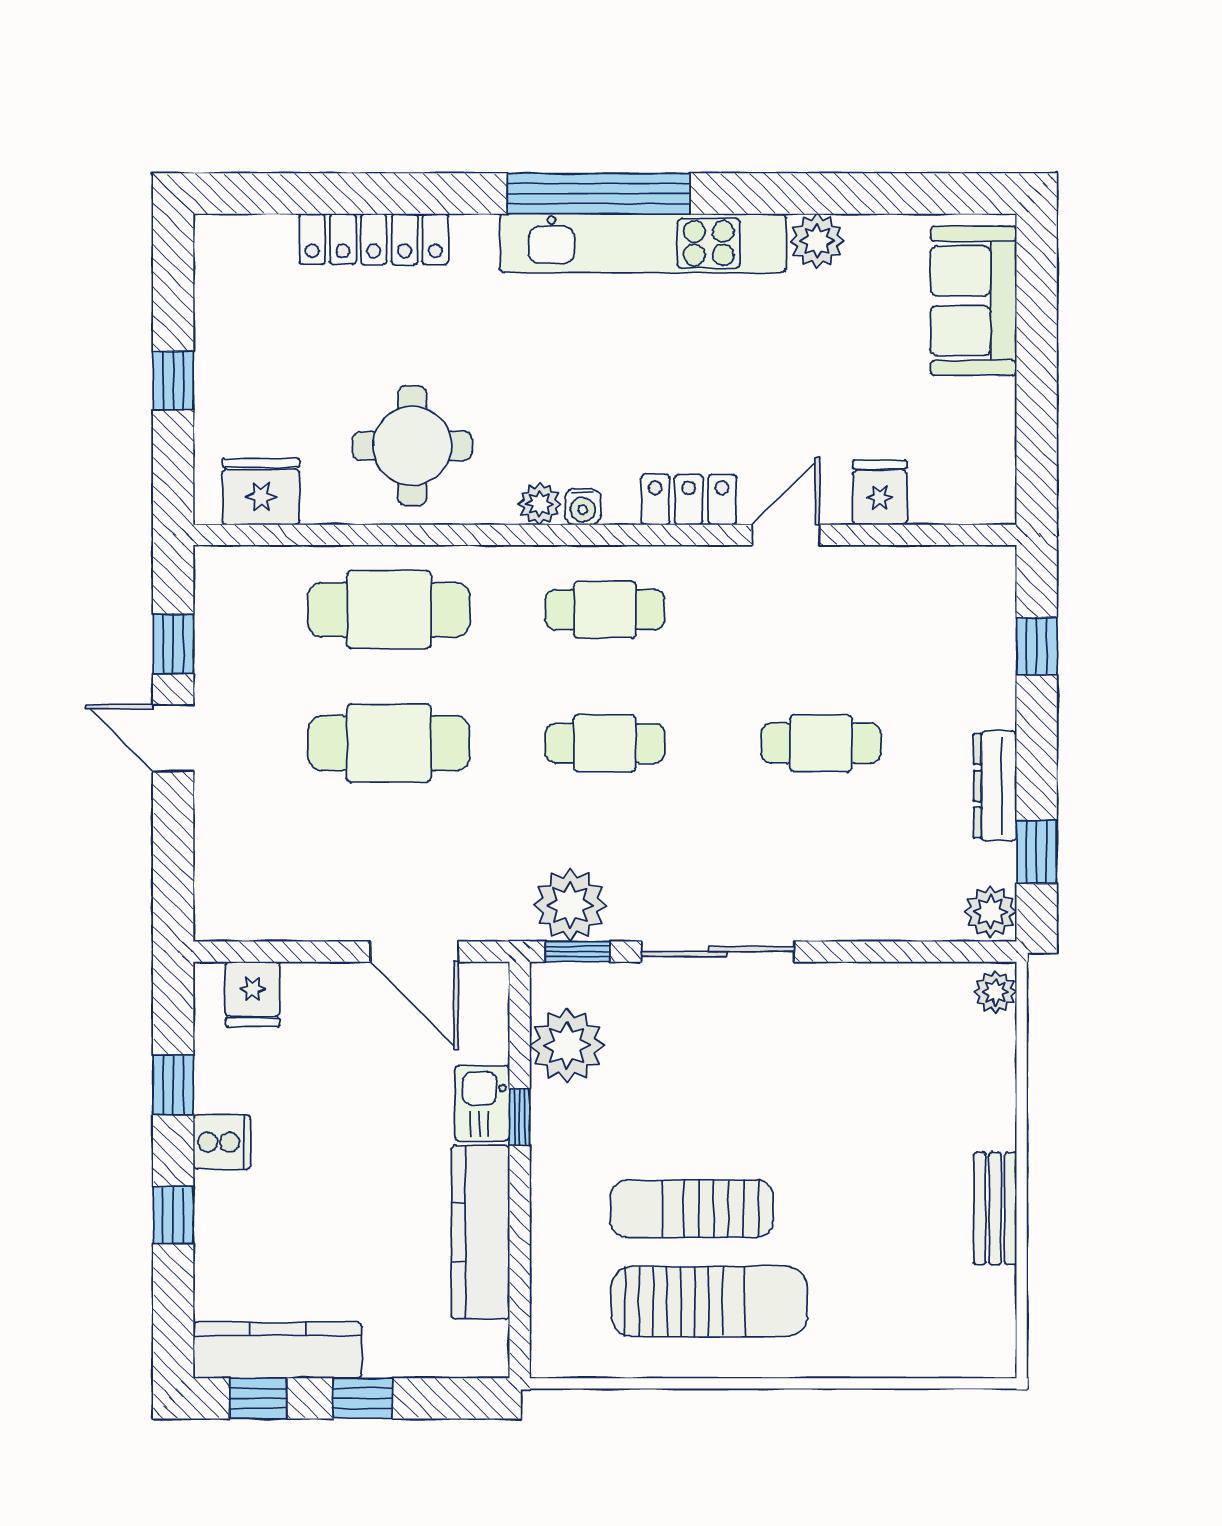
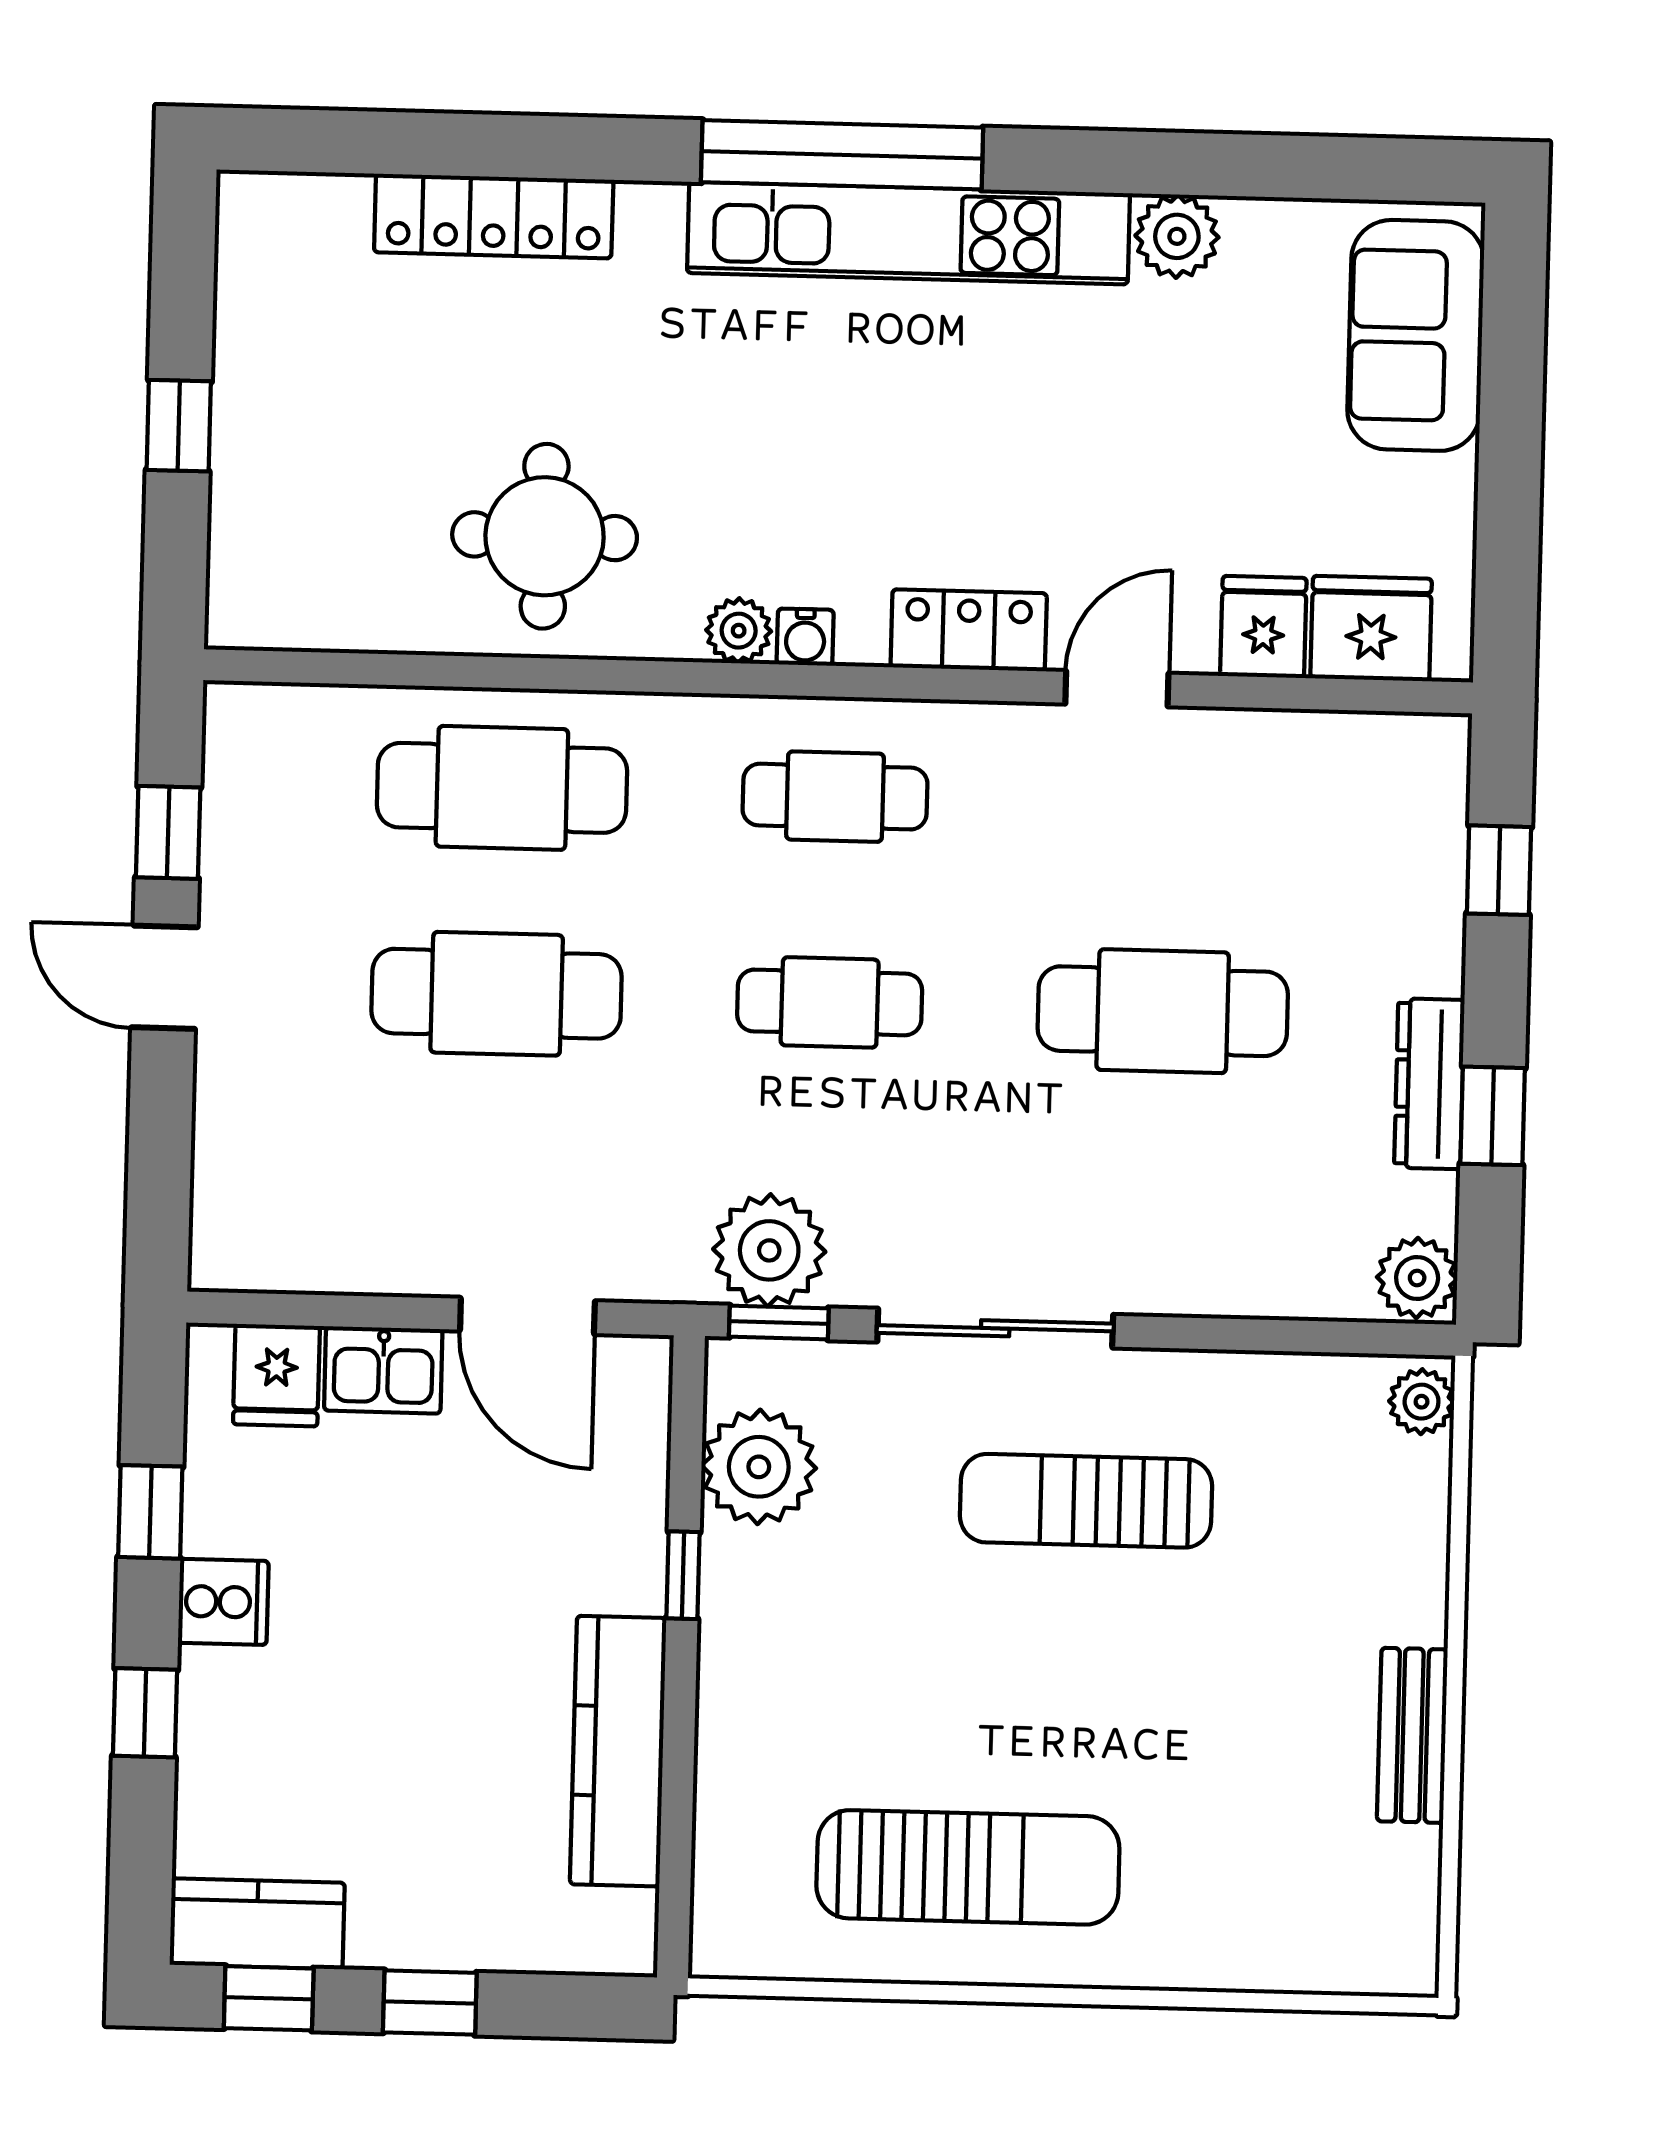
fridge: (261, 492) -> (1371, 629), moved
cafe table: (821, 743) -> (1163, 1011), width x1.37, depth x1.35
window: (1037, 852) -> (1493, 1116), moved
kitchen sink: (482, 1103) -> (383, 1370), moved, turned -90
sun lounger: (692, 1209) -> (1086, 1501), moved
kitchen counter: (277, 1350) -> (257, 1924), width x0.67

